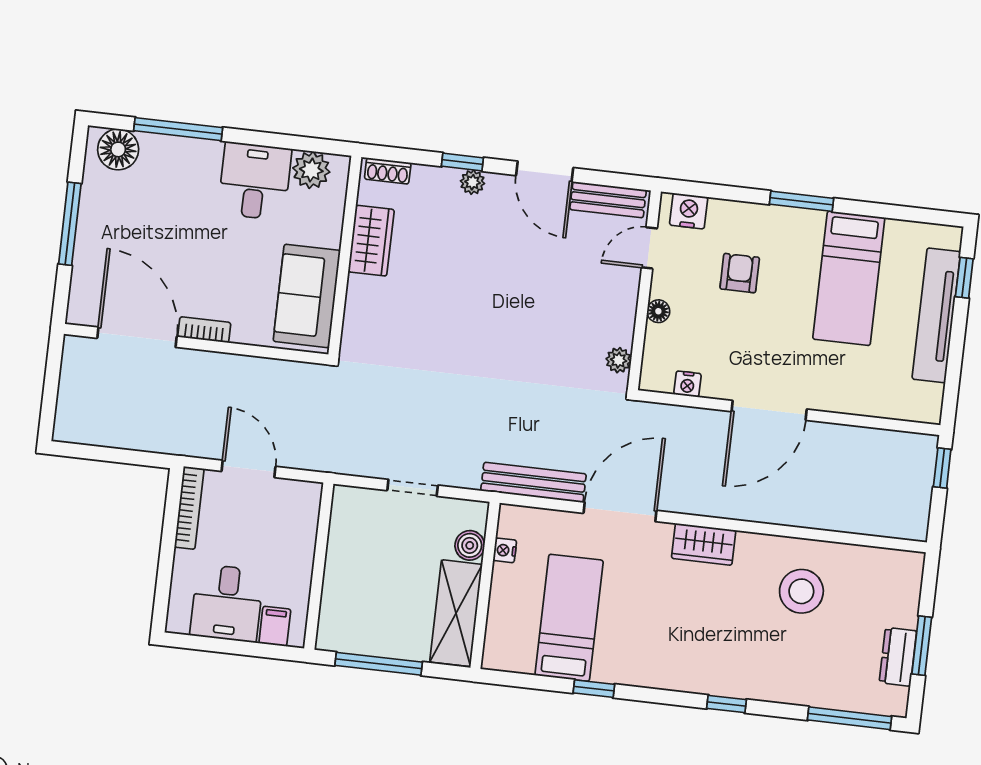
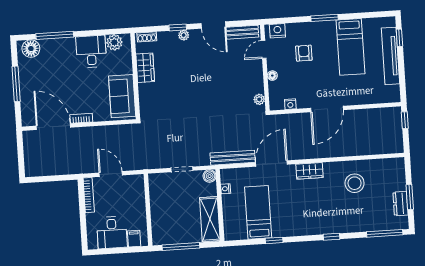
boiler: (470, 545) -> (210, 176), moved

